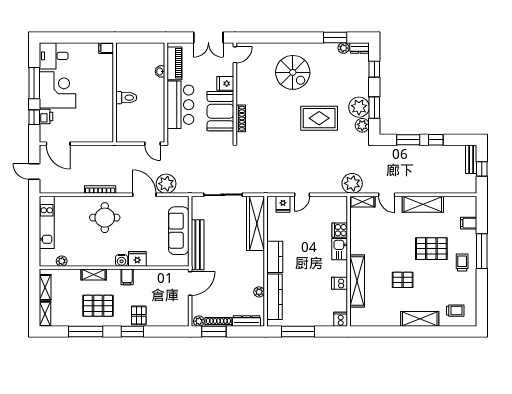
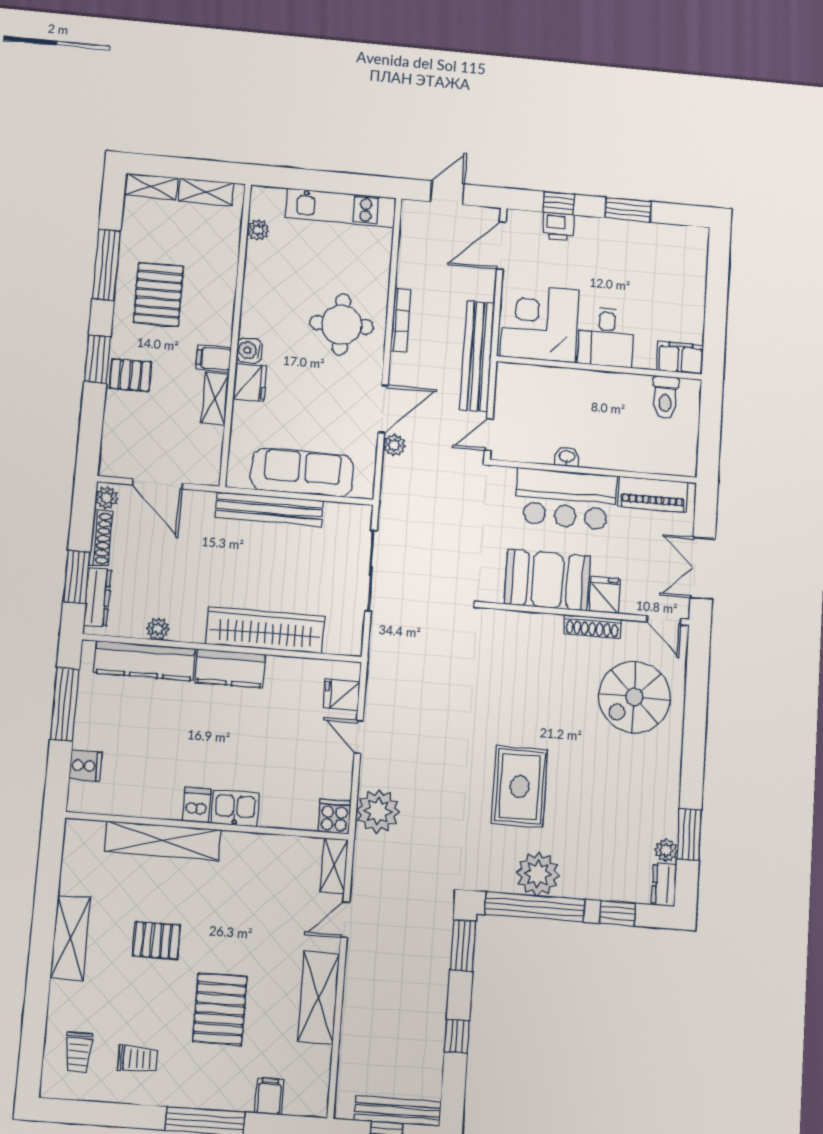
filing cabinet: (106, 48) -> (680, 358), width x2.00
desk: (54, 56) -> (606, 337), moved, turned 180
washbasin: (160, 71) -> (567, 457), moved
spiral stairs: (293, 72) -> (634, 697), moved
window: (34, 83) -> (628, 210), width x0.69
corner desk: (57, 90) -> (540, 323), moved, turned 180
toilet: (126, 98) -> (665, 397), moved
window: (374, 108) -> (535, 907), width x2.11
shoe rack: (241, 118) -> (592, 626), moved
plant: (362, 125) -> (499, 878), removed
window: (408, 140) -> (463, 945), moved
bench: (114, 152) -> (477, 356), added
bench: (471, 159) -> (398, 1111), width x1.36
plant: (352, 183) -> (378, 811), moved
plant: (166, 184) -> (394, 445), width x0.53, depth x0.53
wardrobe: (255, 223) -> (265, 630), moved
cooker: (340, 230) -> (334, 816), moved
trolley: (462, 262) -> (137, 1059), moved
shelving: (94, 275) -> (215, 398), moved
pallet: (403, 280) -> (157, 940), turned 90
door: (190, 283) -> (157, 484), moved
dishwasher: (340, 283) -> (197, 805), moved
cooker: (341, 319) -> (86, 766), moved
shelving: (420, 319) -> (70, 938), moved
window: (214, 332) -> (77, 577), moved

